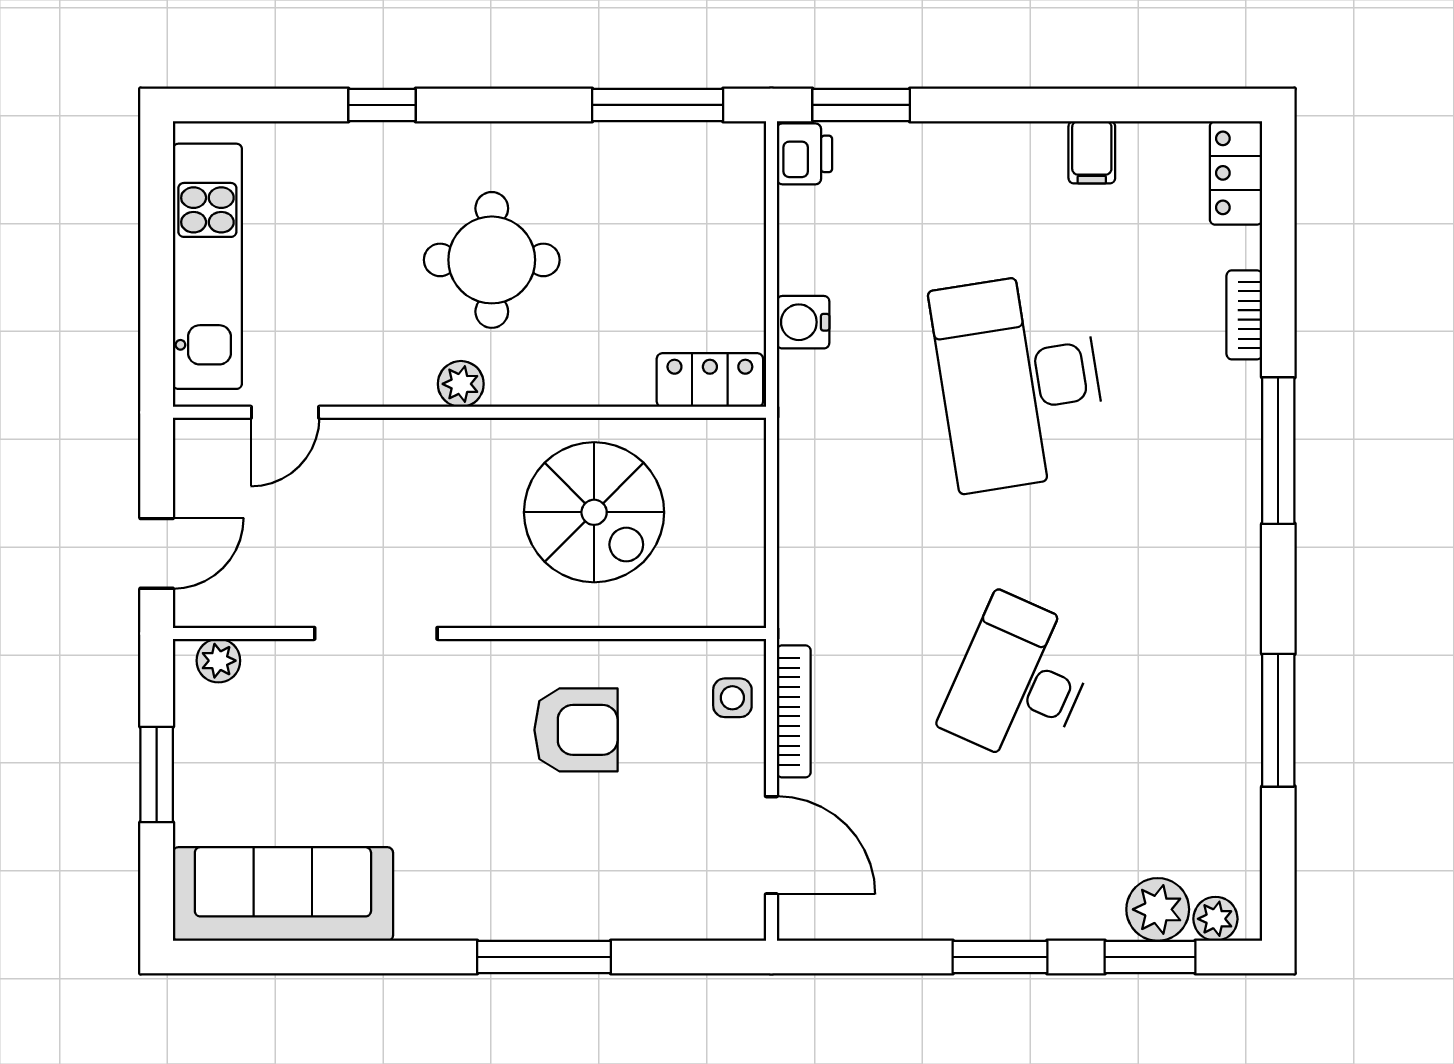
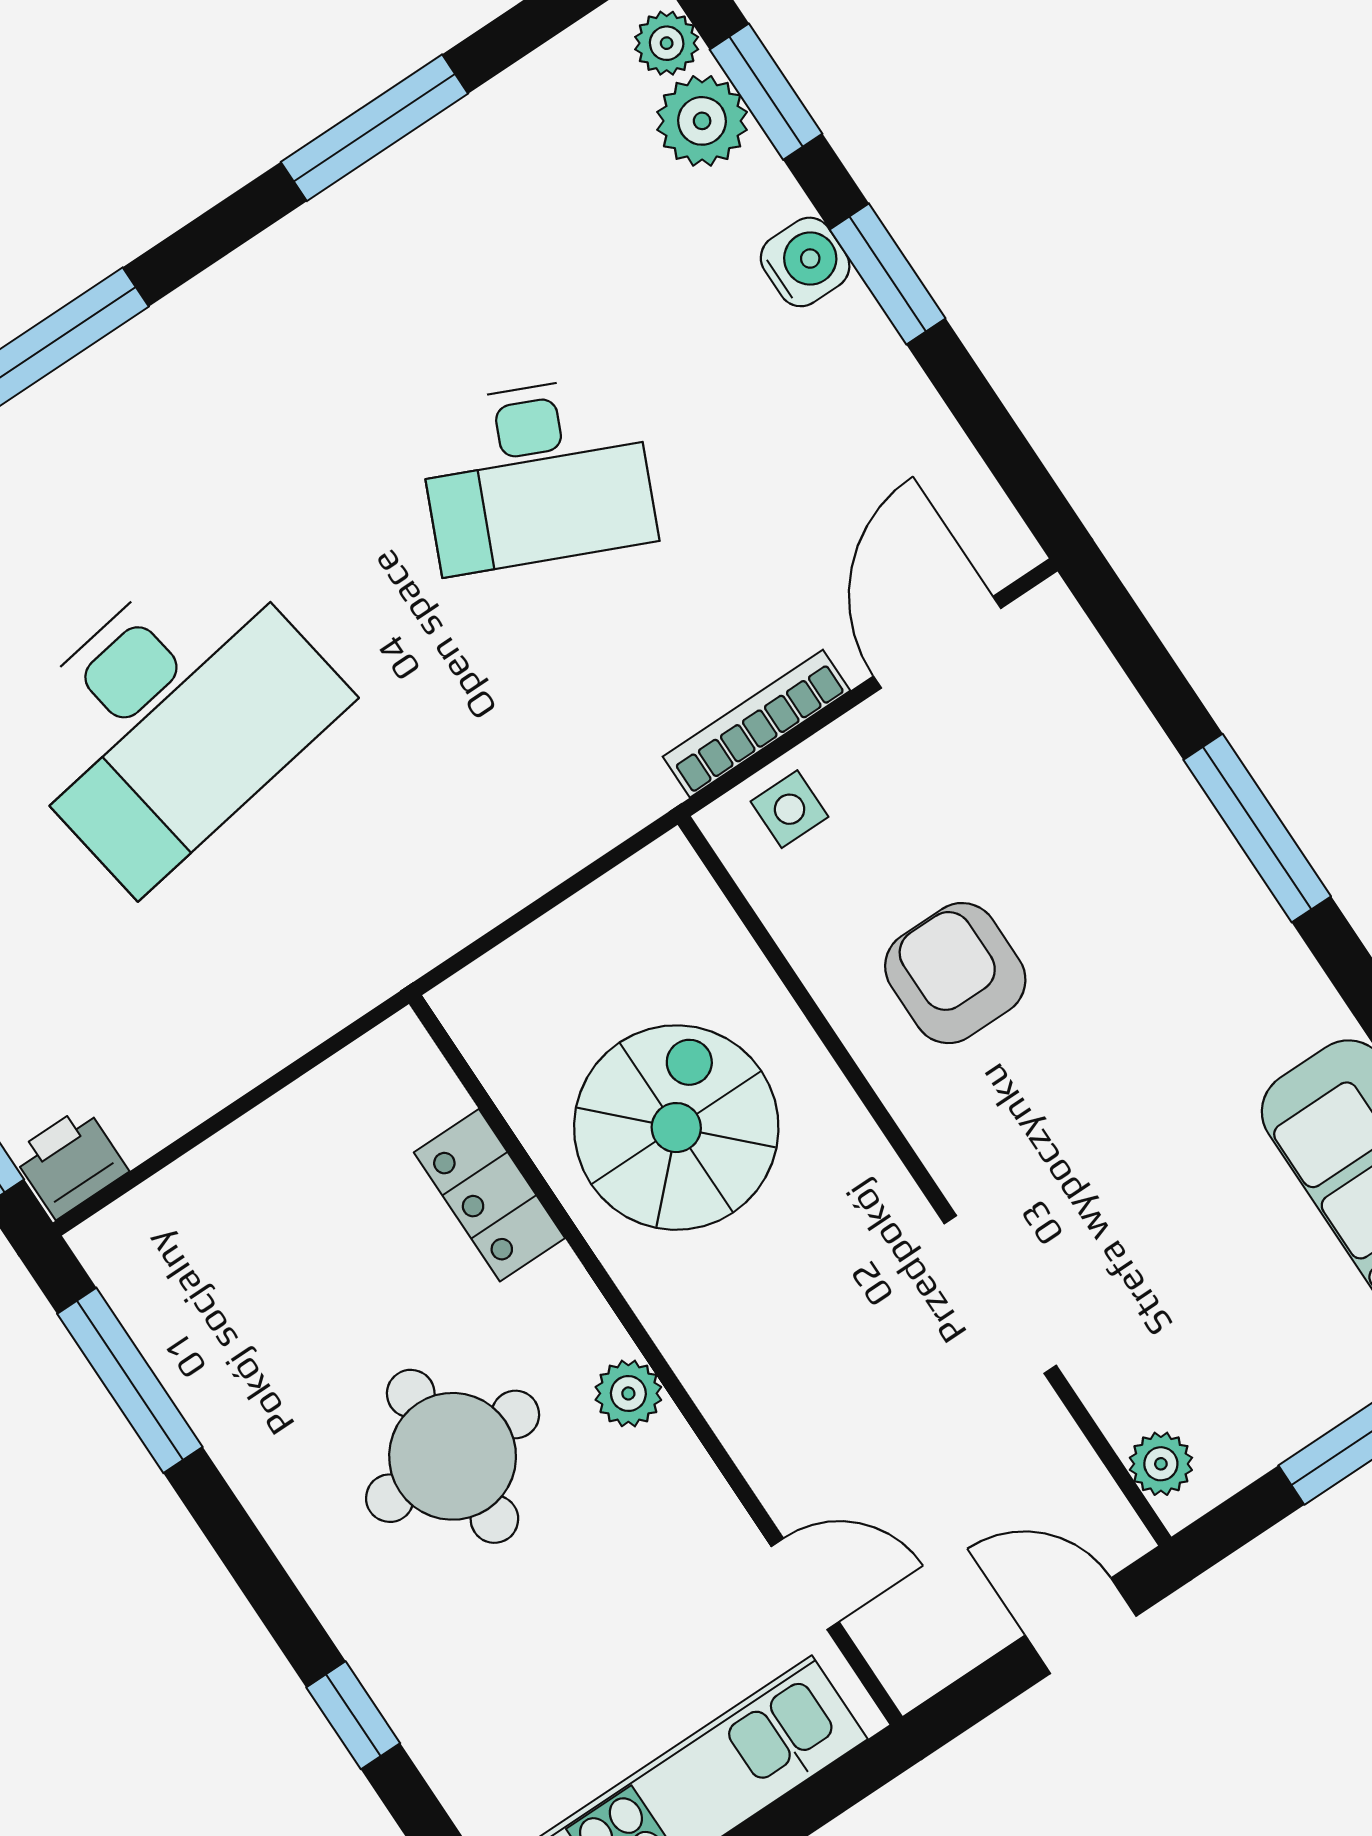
water cooler: (803, 322) -> (805, 262), moved, turned -90
locker: (710, 380) -> (489, 1195), moved

